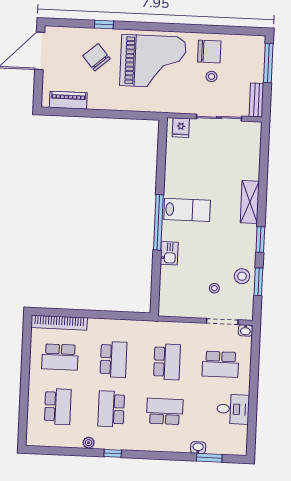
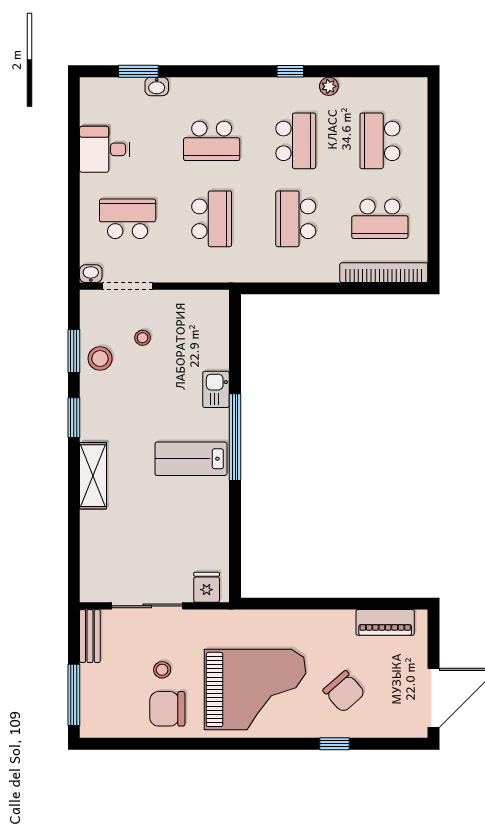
grand piano: (153, 61) -> (255, 689), turned 180
school desk: (60, 357) -> (380, 219), turned 180
school desk: (167, 362) -> (212, 219), turned 180

